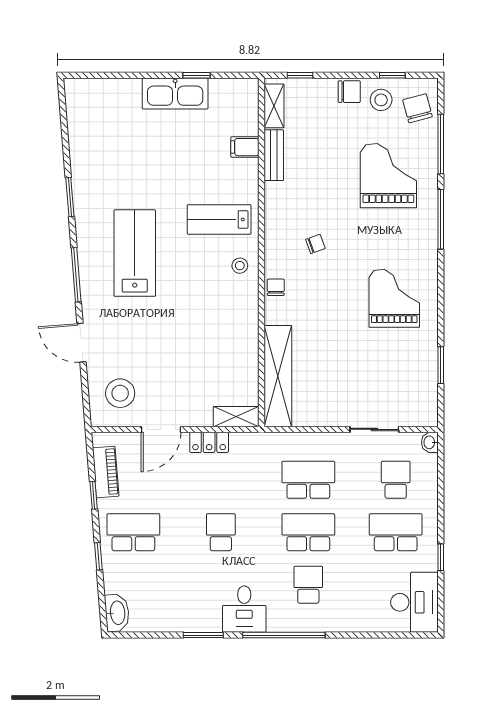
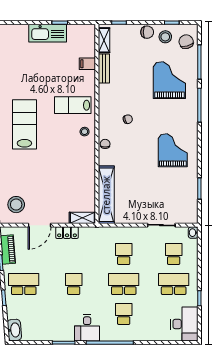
school desk: (308, 480) -> (124, 254), width x0.54

